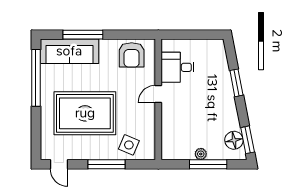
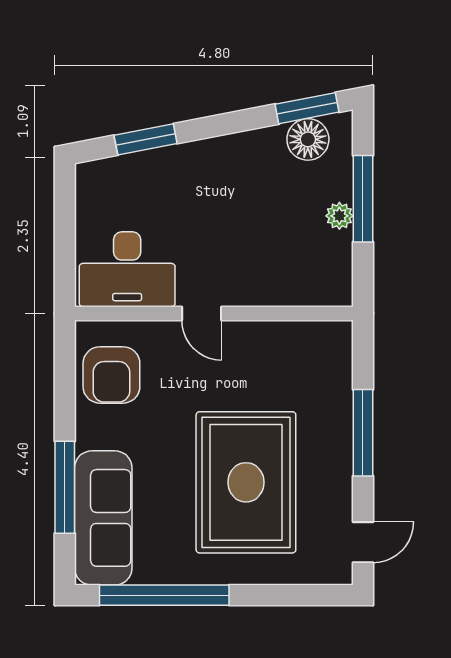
armchair: (132, 55) -> (111, 375), turned 90
desk: (178, 67) -> (127, 269), width x1.37
window: (236, 83) -> (146, 139), moved
side table: (129, 145) -> (319, 381), removed

